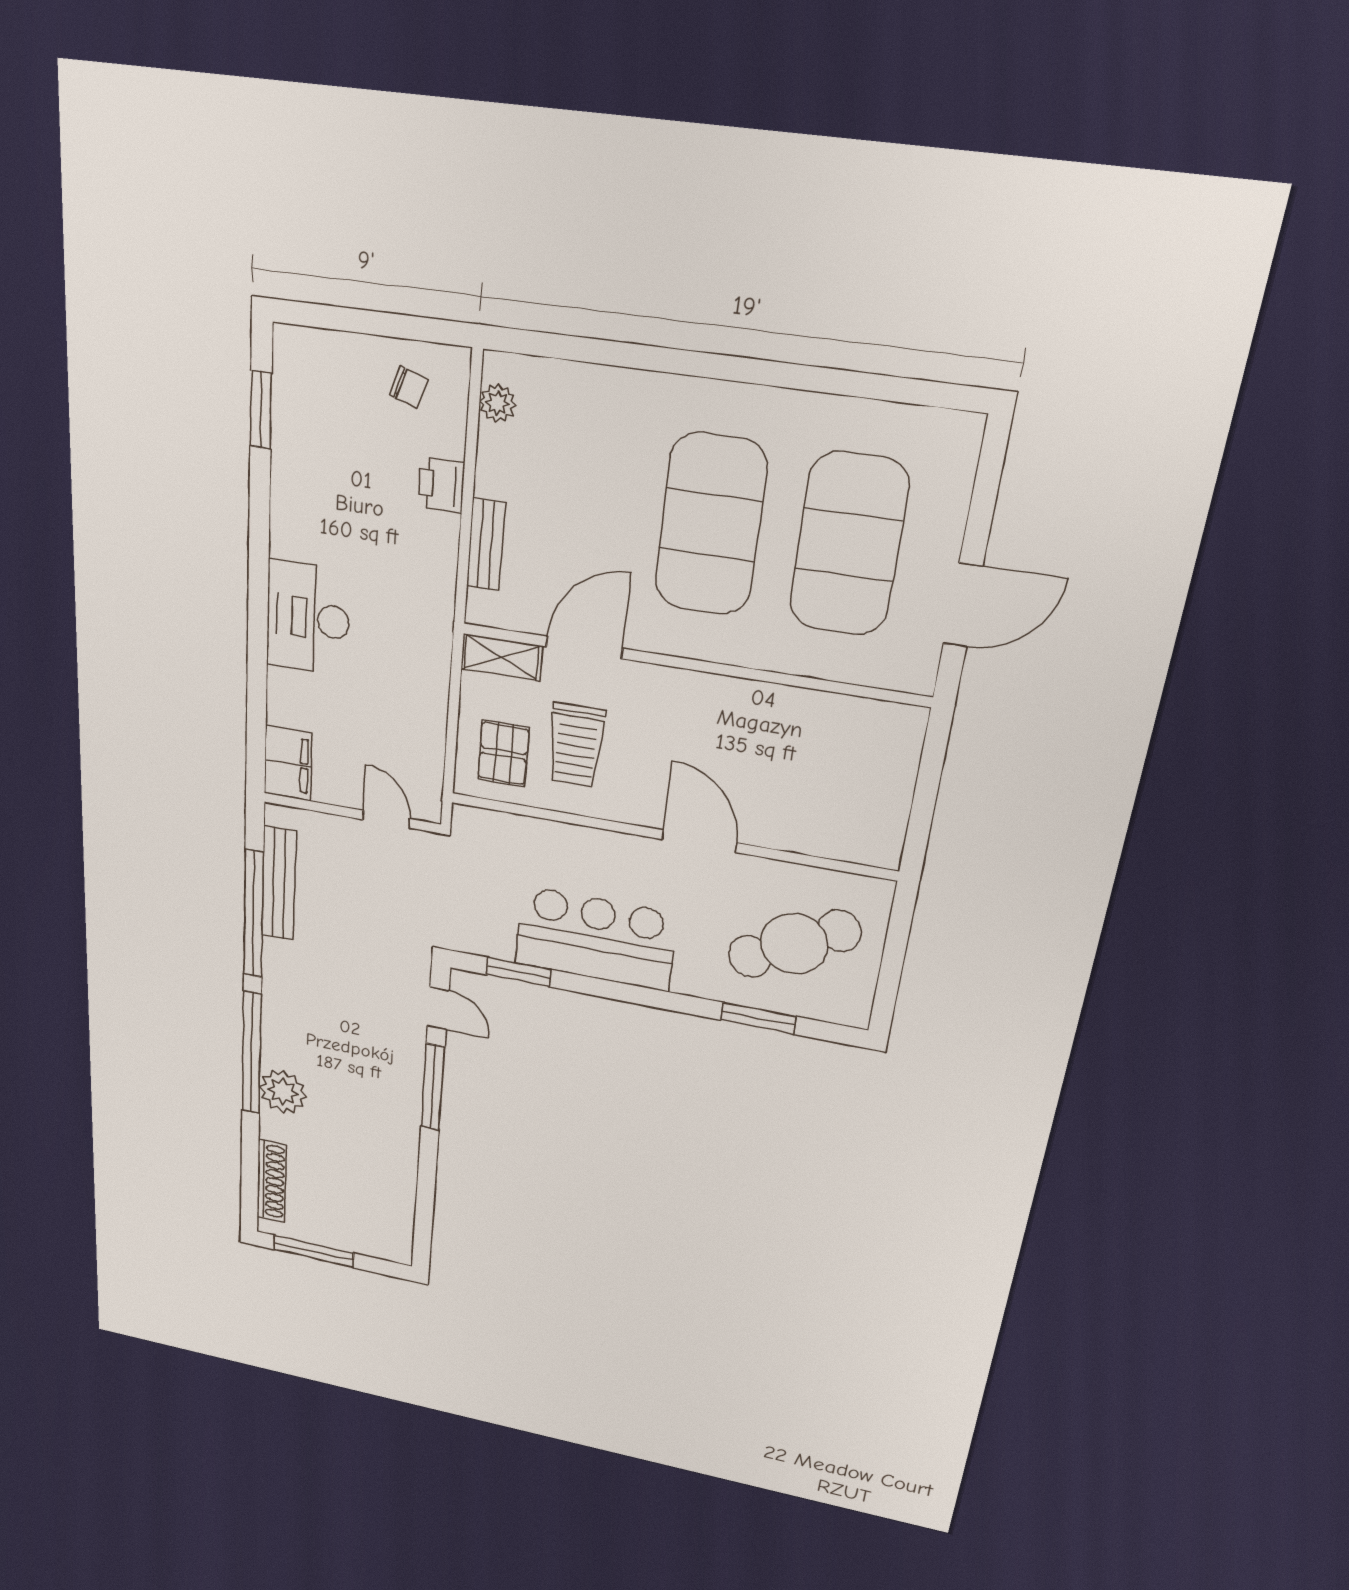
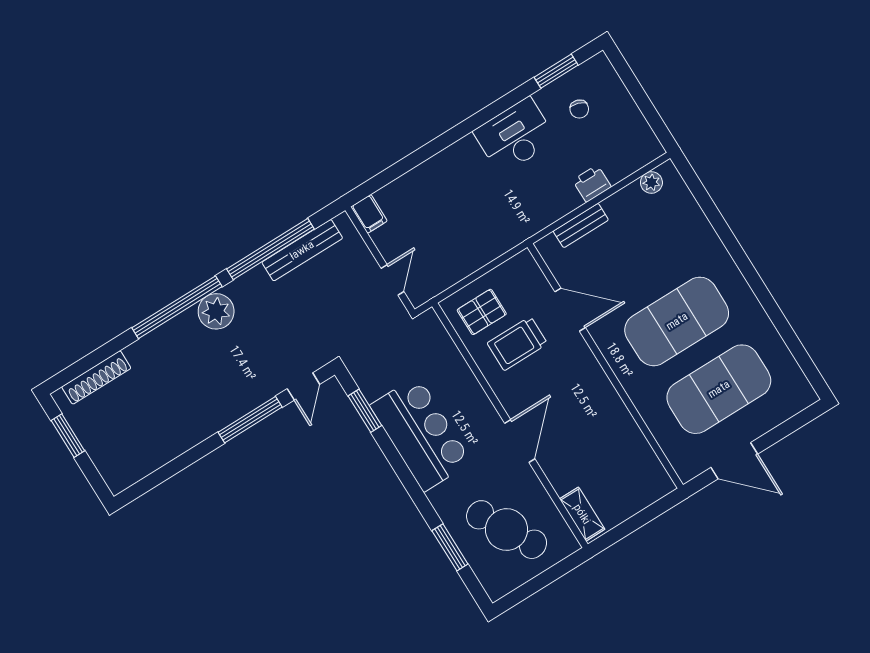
chair: (409, 387) -> (579, 109), moved
desk: (308, 618) -> (515, 136), moved
shelving: (501, 657) -> (582, 514), moved
filing cabinet: (288, 763) -> (369, 214), width x0.50
plant: (283, 1092) -> (216, 311), moved
window: (314, 1251) -> (68, 436), width x0.69

